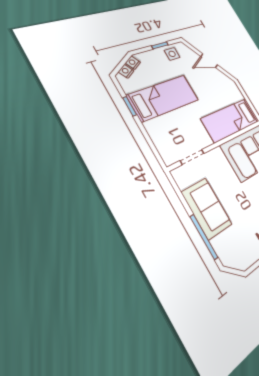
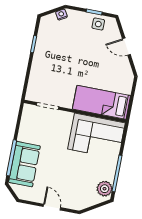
nightstand: (126, 71) -> (51, 18), removed
bed: (164, 98) -> (63, 53), removed
sofa: (207, 208) -> (24, 164), moved

